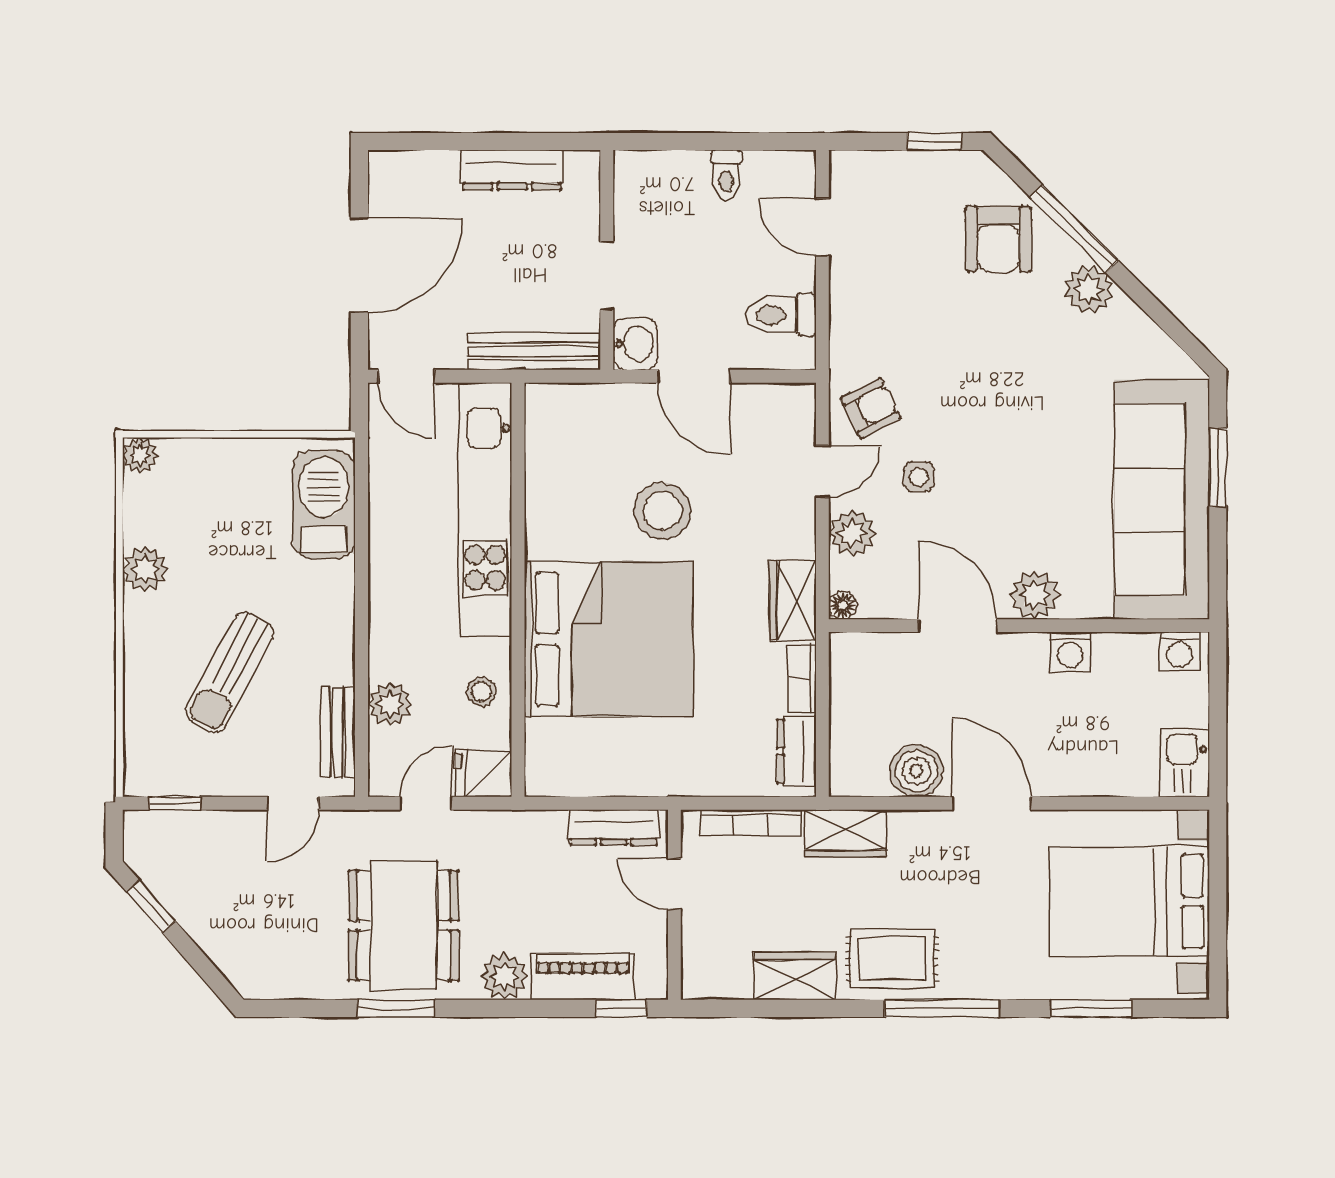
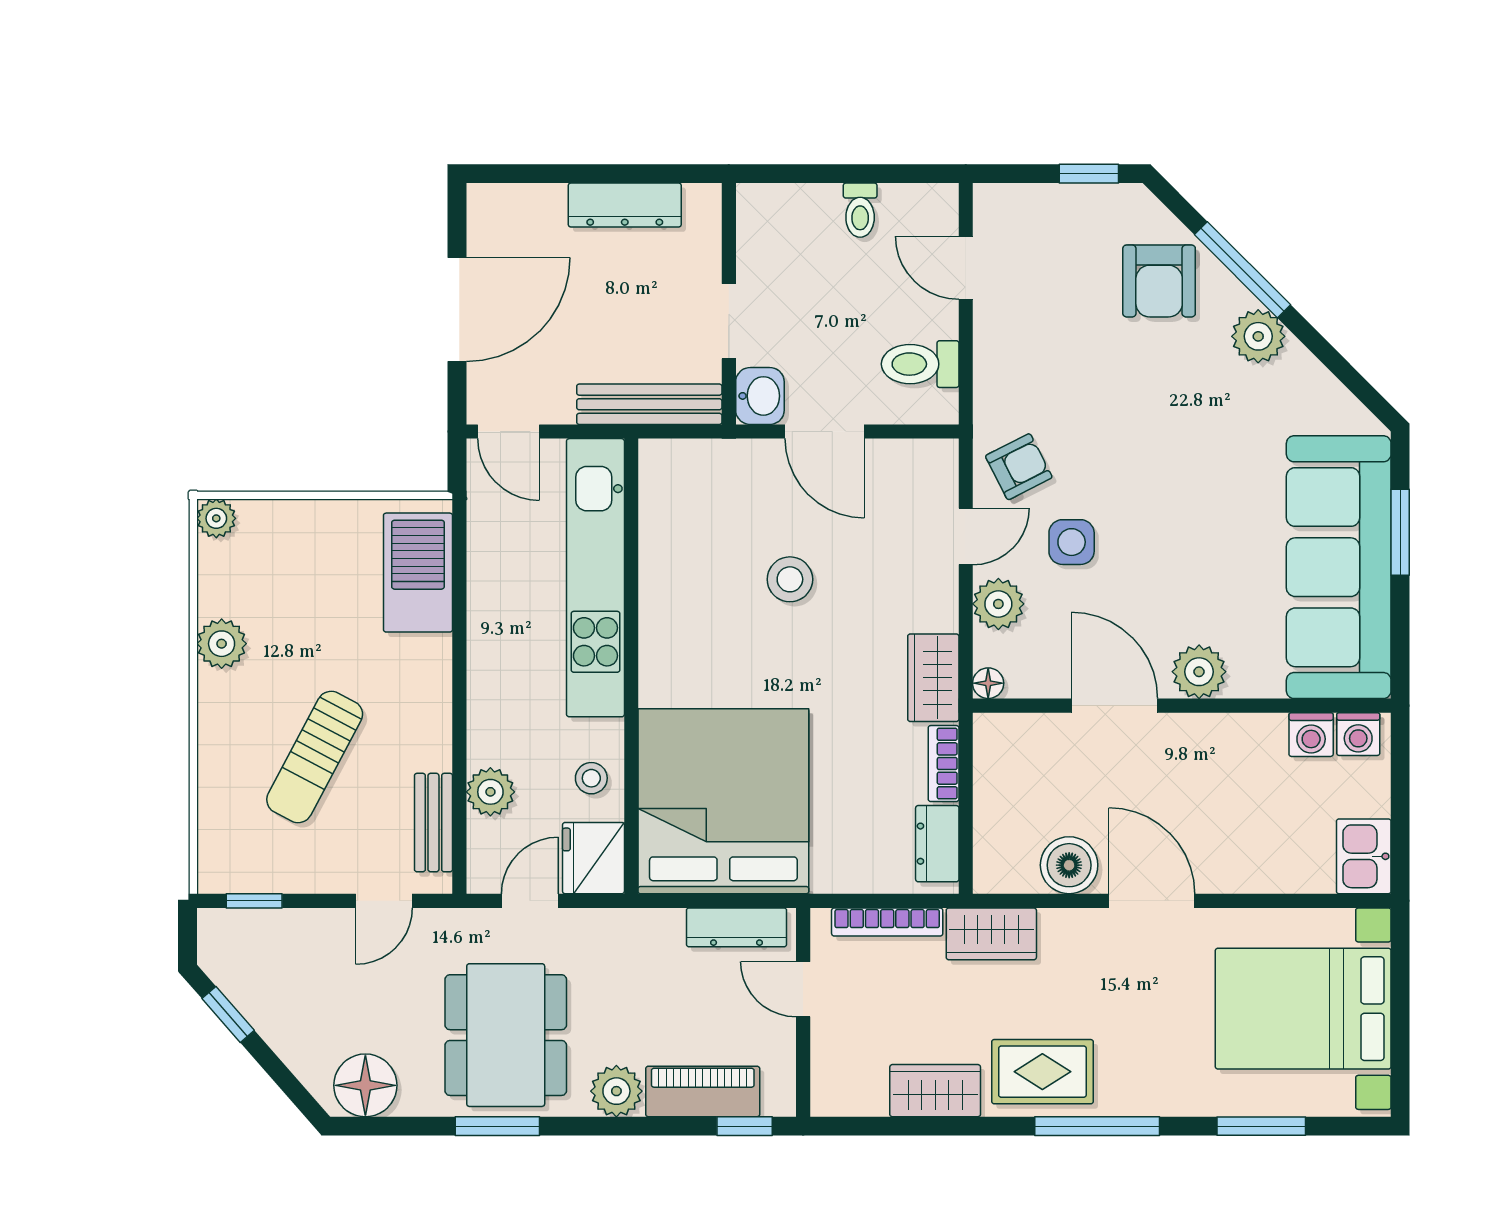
side table: (919, 477) -> (1072, 542), width x1.37, depth x1.37
stool: (662, 511) -> (790, 579), width x0.73, depth x0.73
bed: (609, 639) -> (723, 801), moved, turned -90
washing machine: (1070, 652) -> (1311, 735), moved
fridge: (484, 773) -> (593, 858), width x1.38
floor lamp: (276, 971) -> (365, 1085), added

